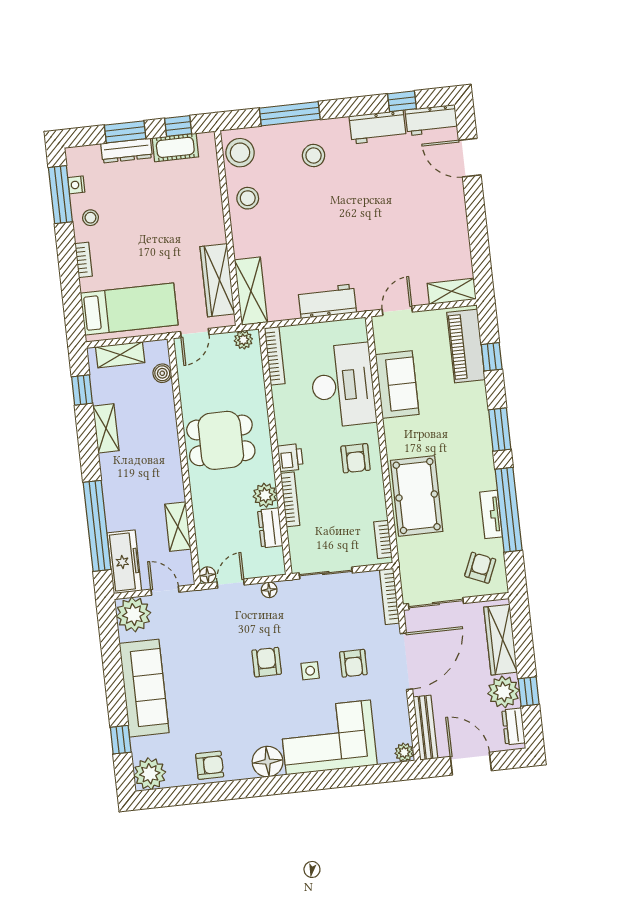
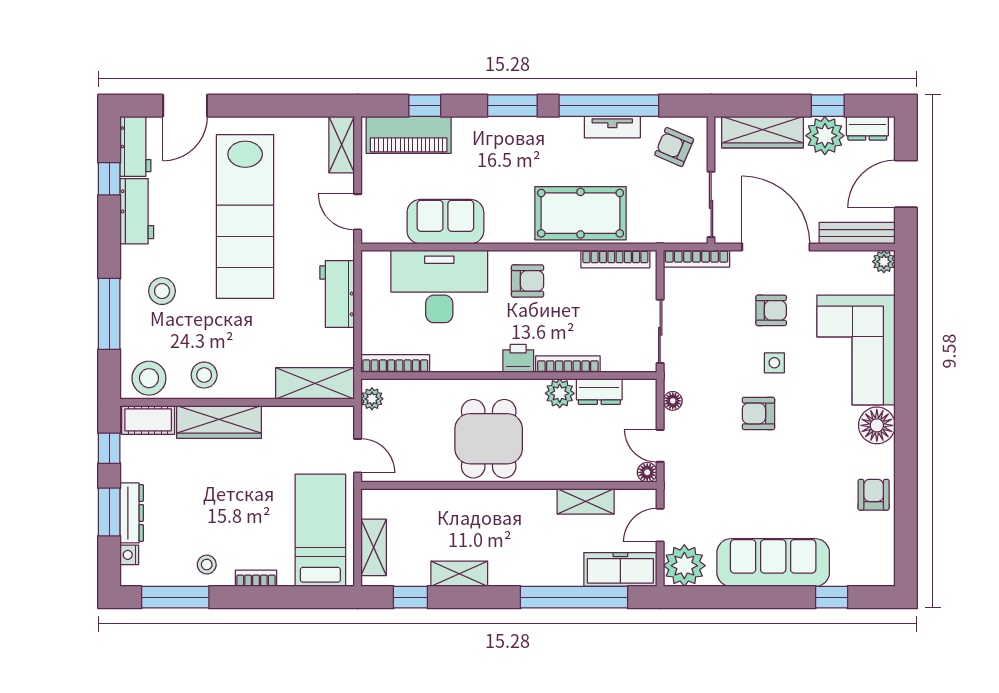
cot: (175, 147) -> (148, 420), moved, turned 90
nightstand: (76, 185) -> (129, 555), moved, turned 90
lab bench: (383, 218) -> (245, 216), added
wardrobe: (217, 280) -> (219, 422), moved
boiler: (162, 373) -> (401, 500), removed
bookcase: (383, 539) -> (615, 259), width x1.56
plant: (150, 774) -> (876, 567), removed

